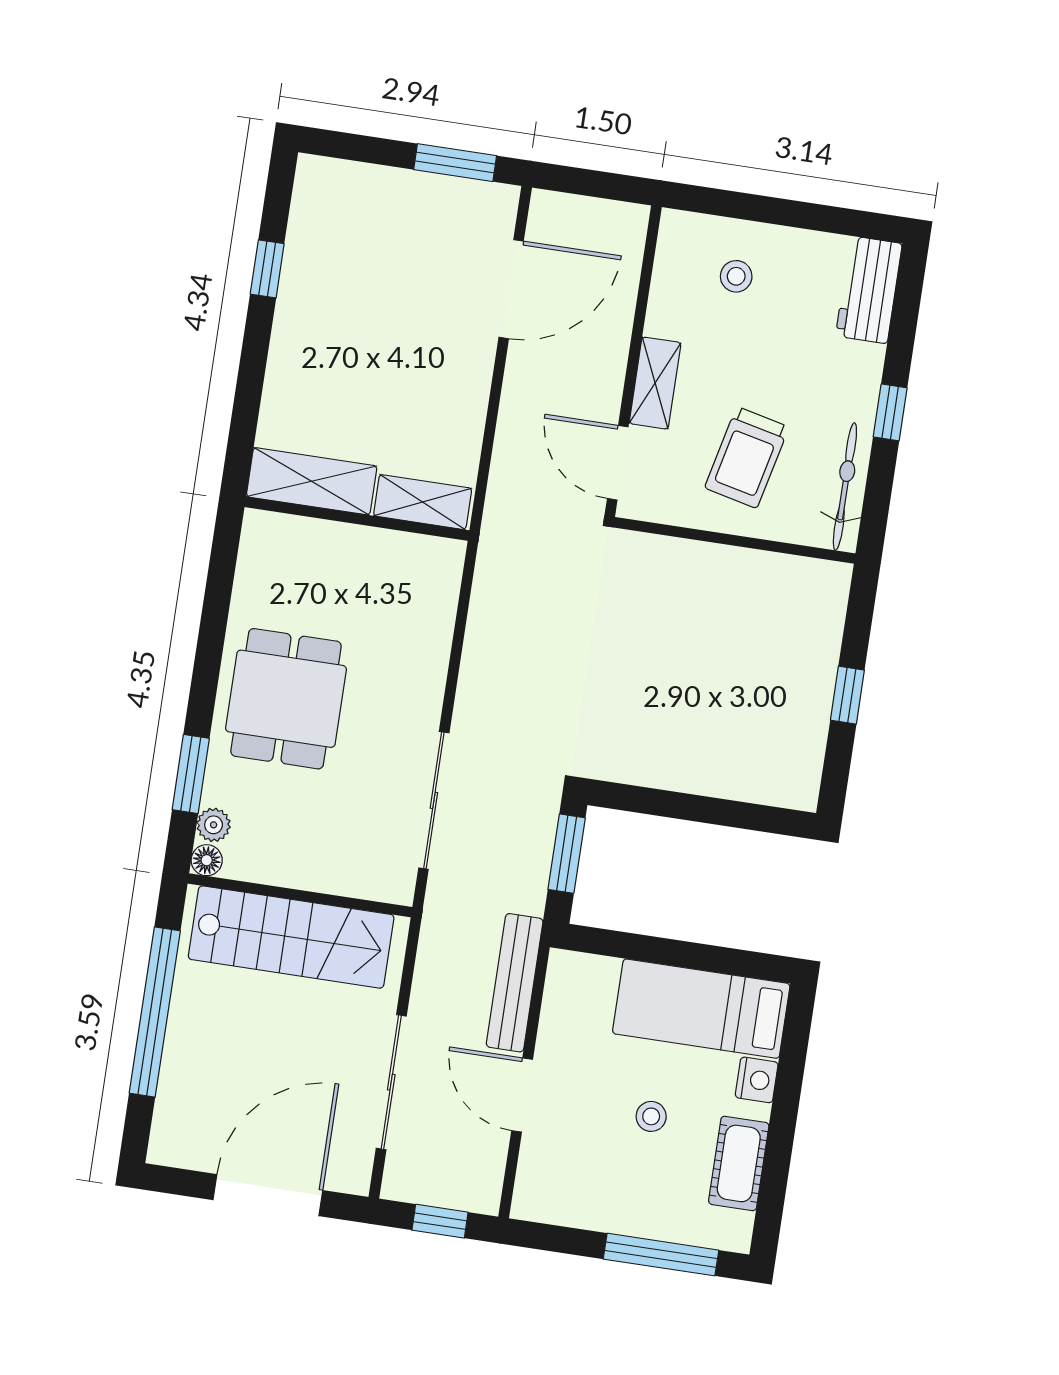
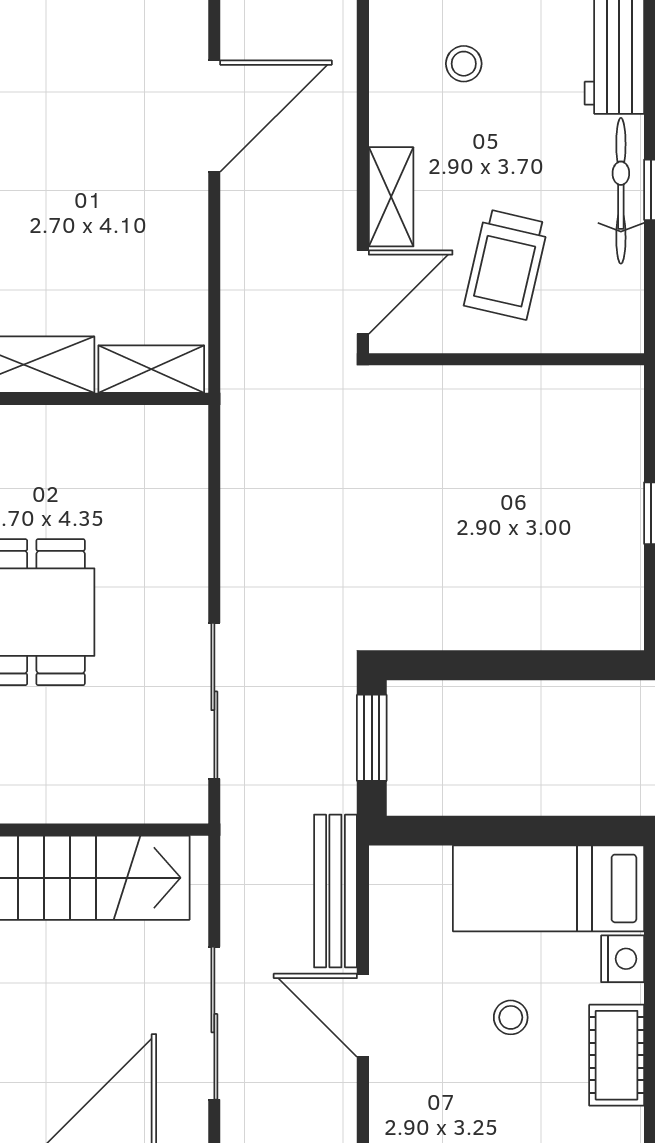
door: (618, 463) -> (363, 292), swing flipped
bicycle: (845, 487) -> (621, 191), moved

